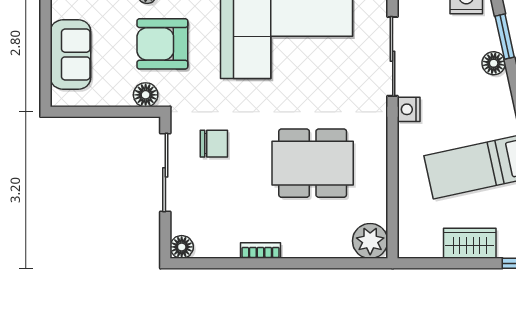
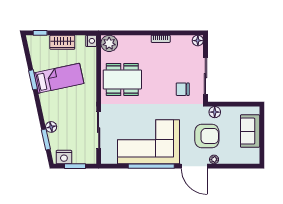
nightstand: (409, 109) -> (91, 41), moved
dining table: (313, 163) -> (122, 79), moved

